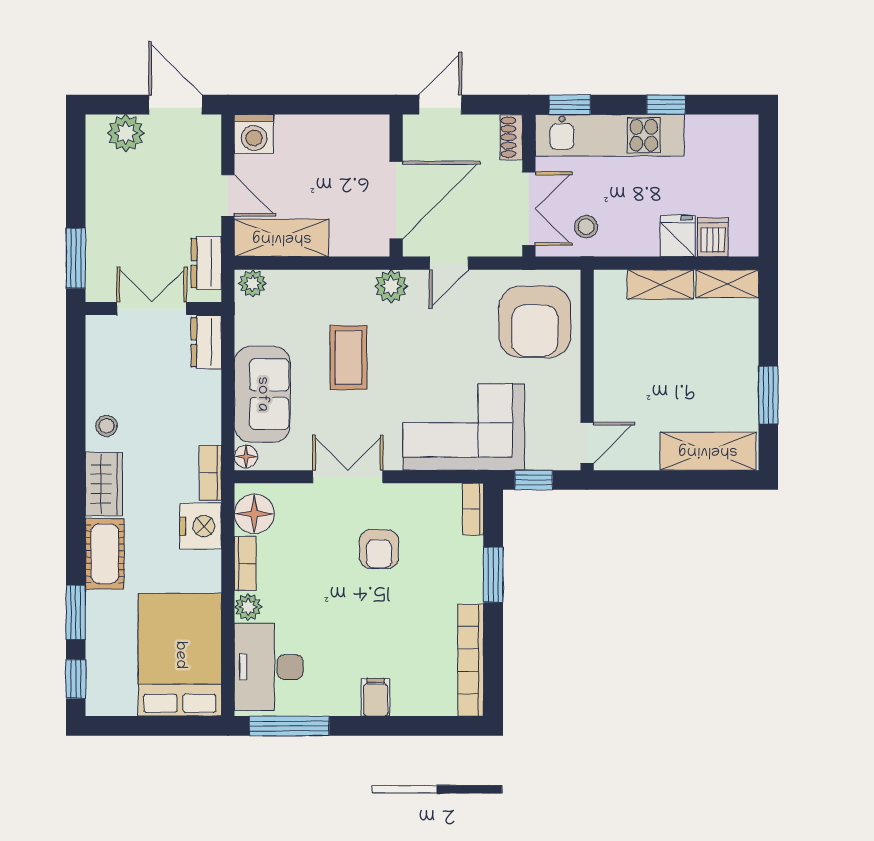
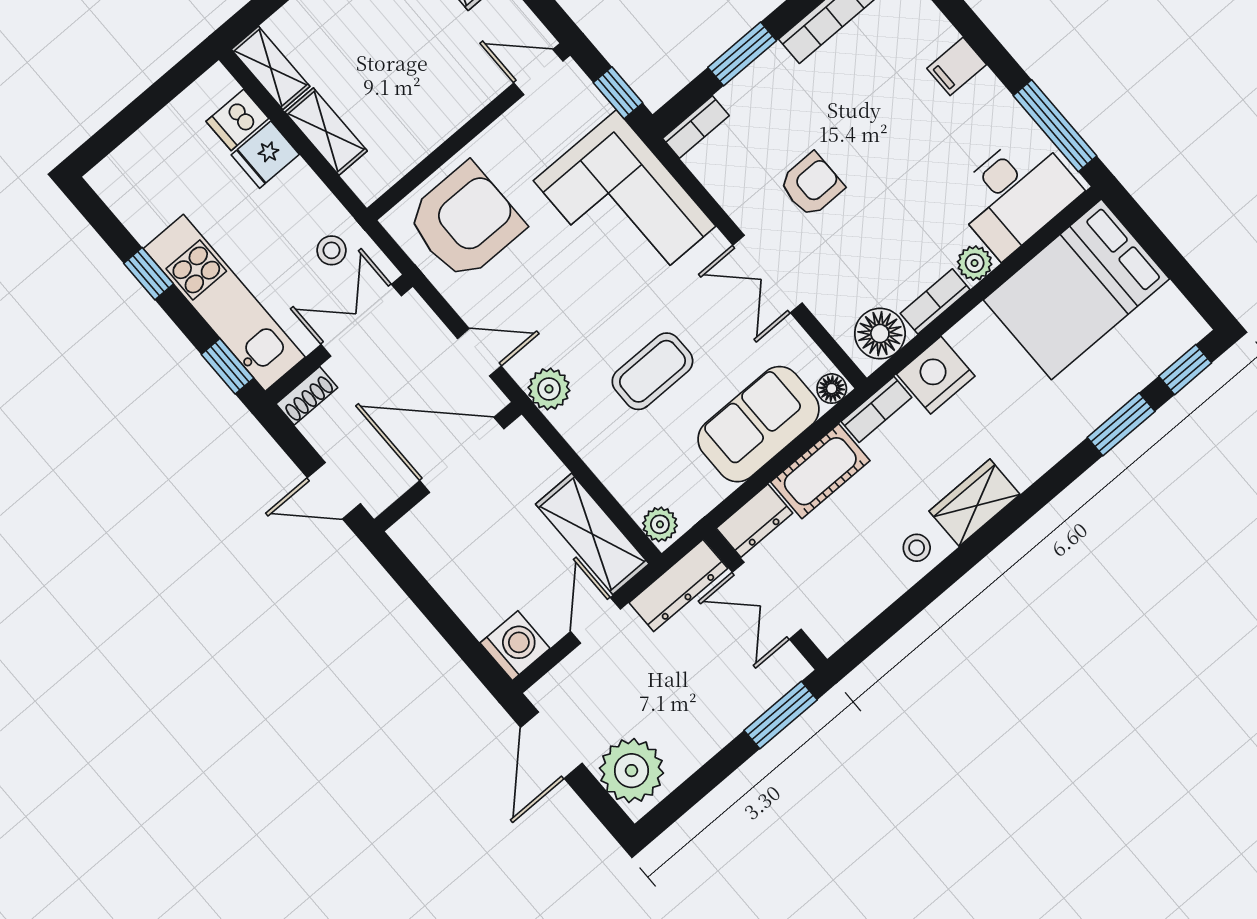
plant: (126, 133) -> (631, 771), width x1.36, depth x1.36
dresser: (206, 263) -> (678, 586), width x1.44
cot: (105, 554) -> (820, 471), moved

